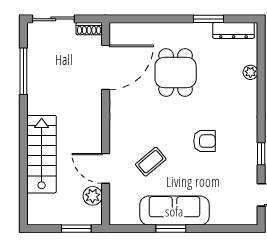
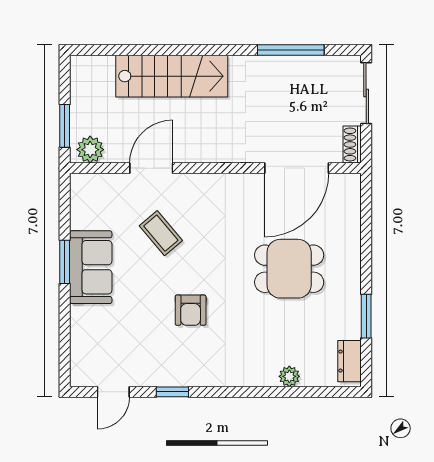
dresser: (234, 30) -> (350, 361), width x0.70
door: (106, 67) -> (297, 168), hinge flipped
plant: (93, 196) -> (90, 150), moved
sofa: (174, 211) -> (91, 267), width x0.73

